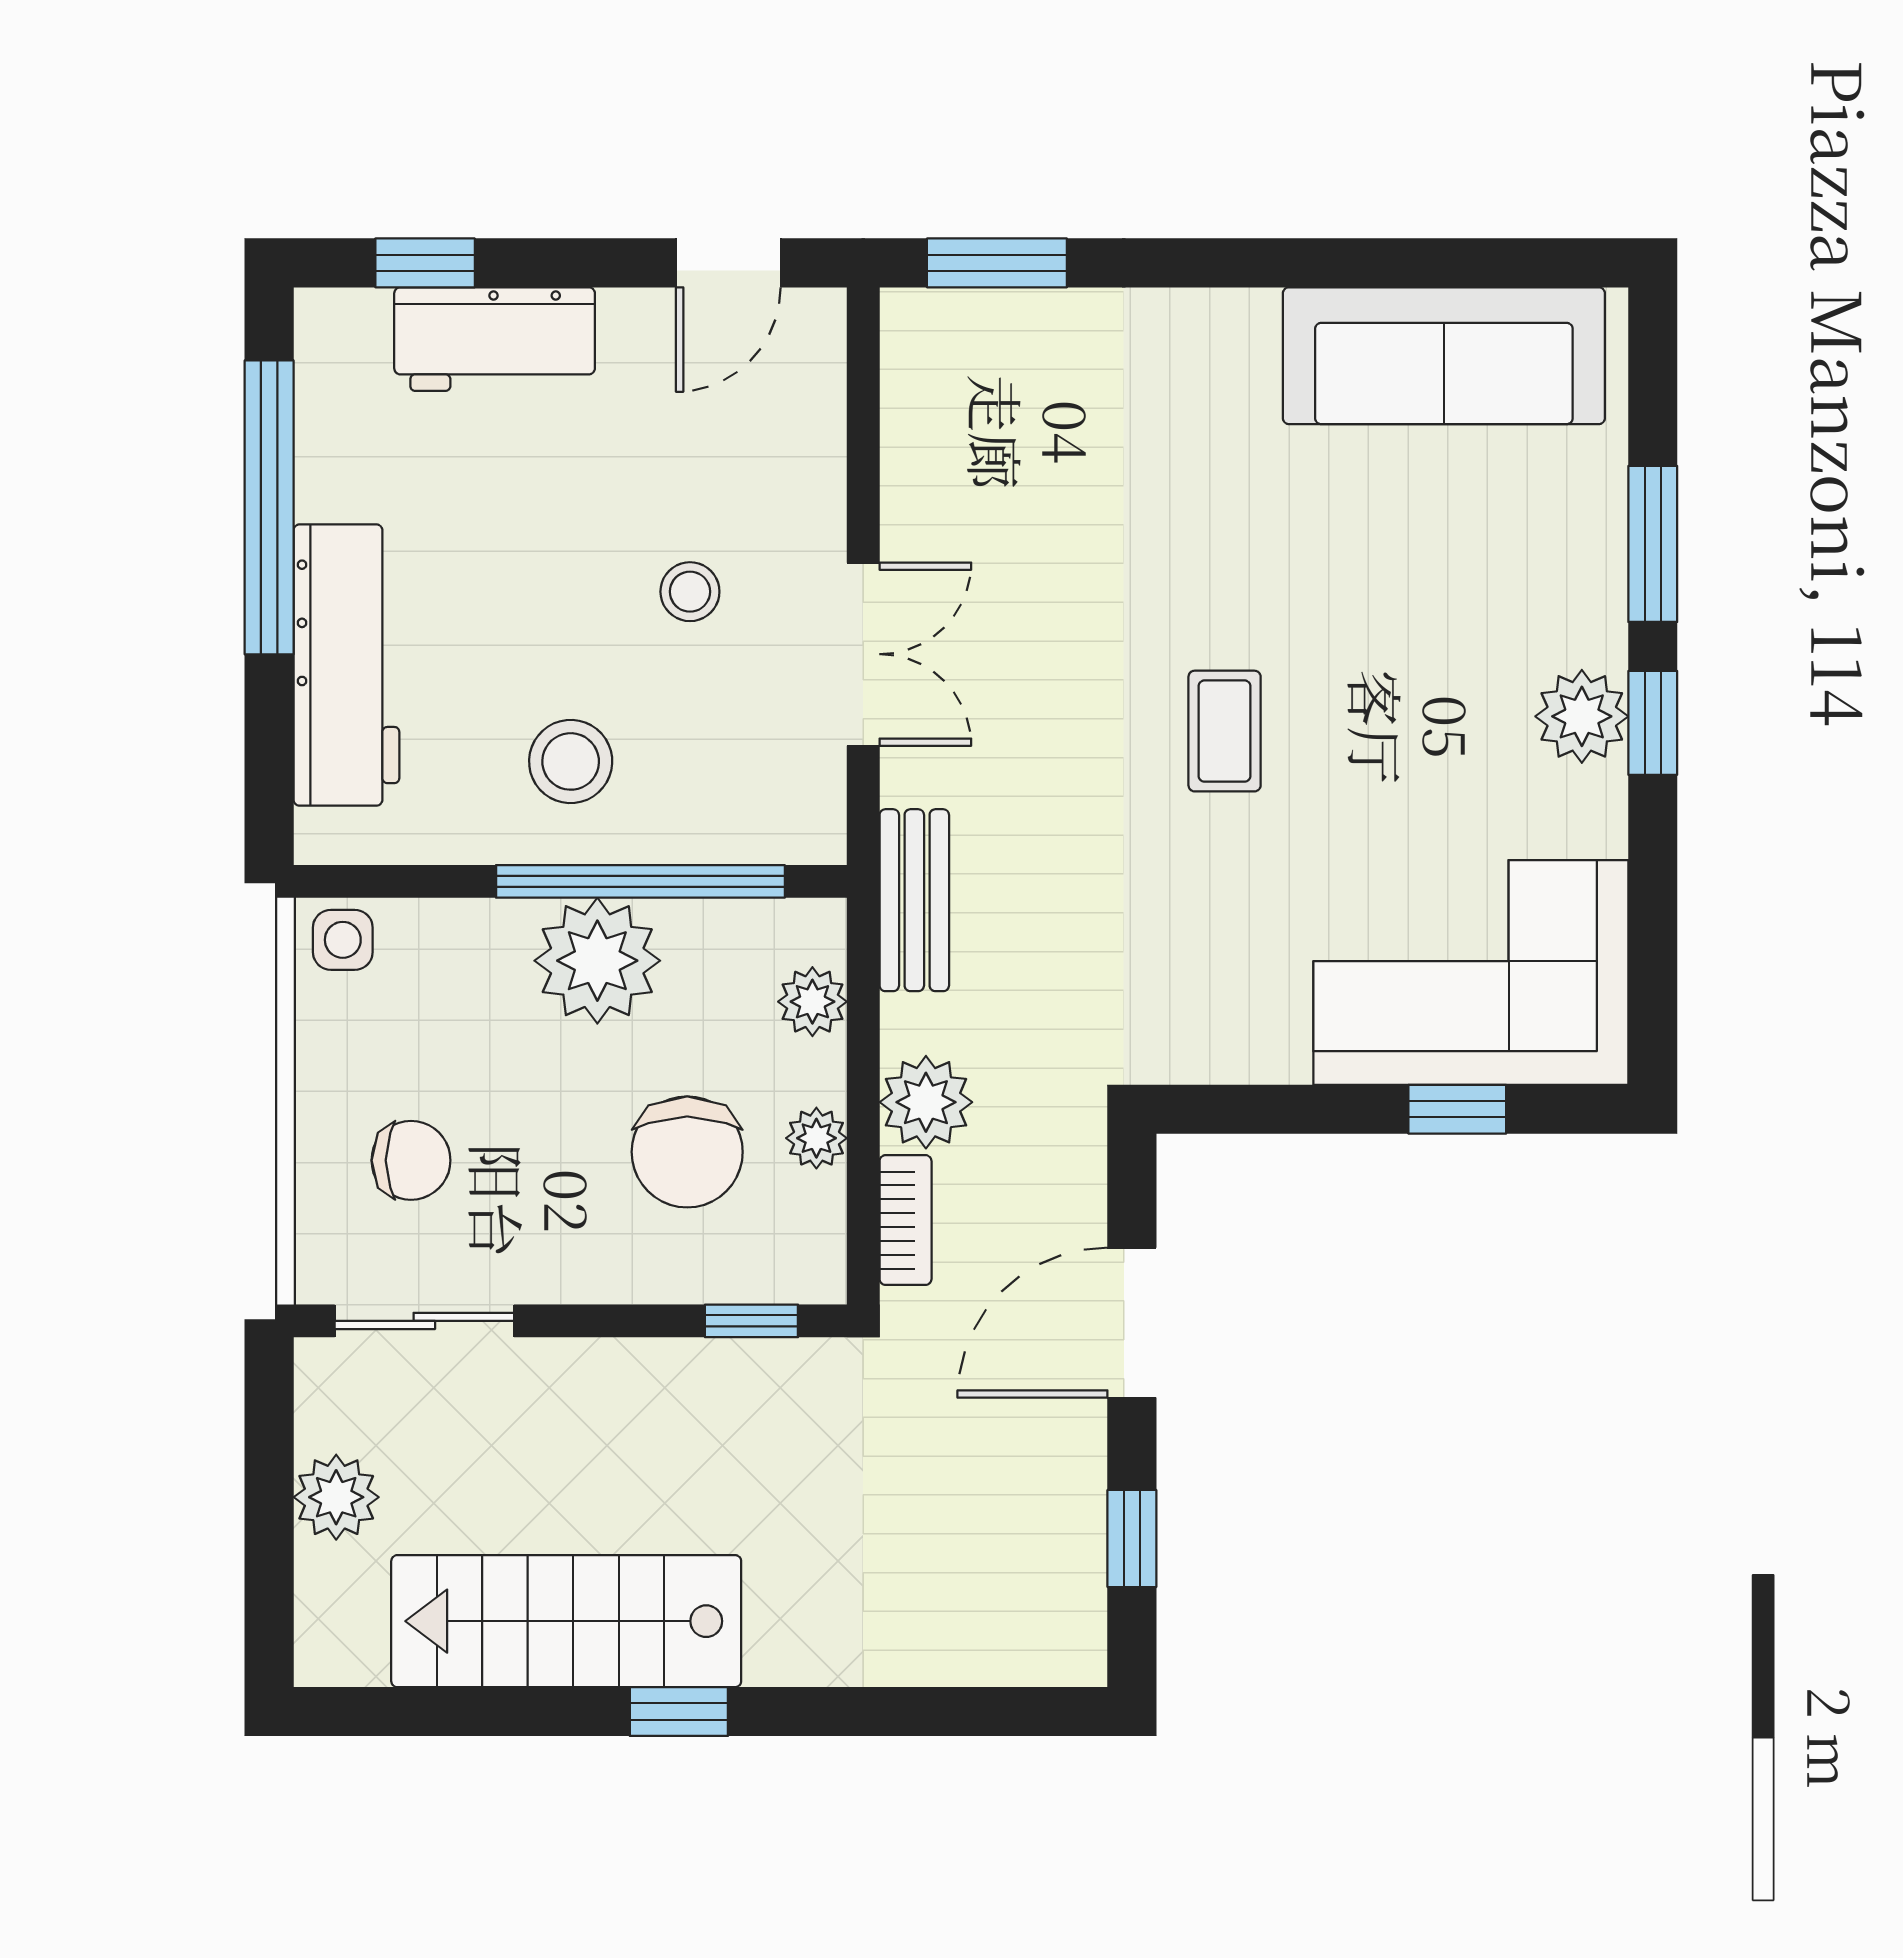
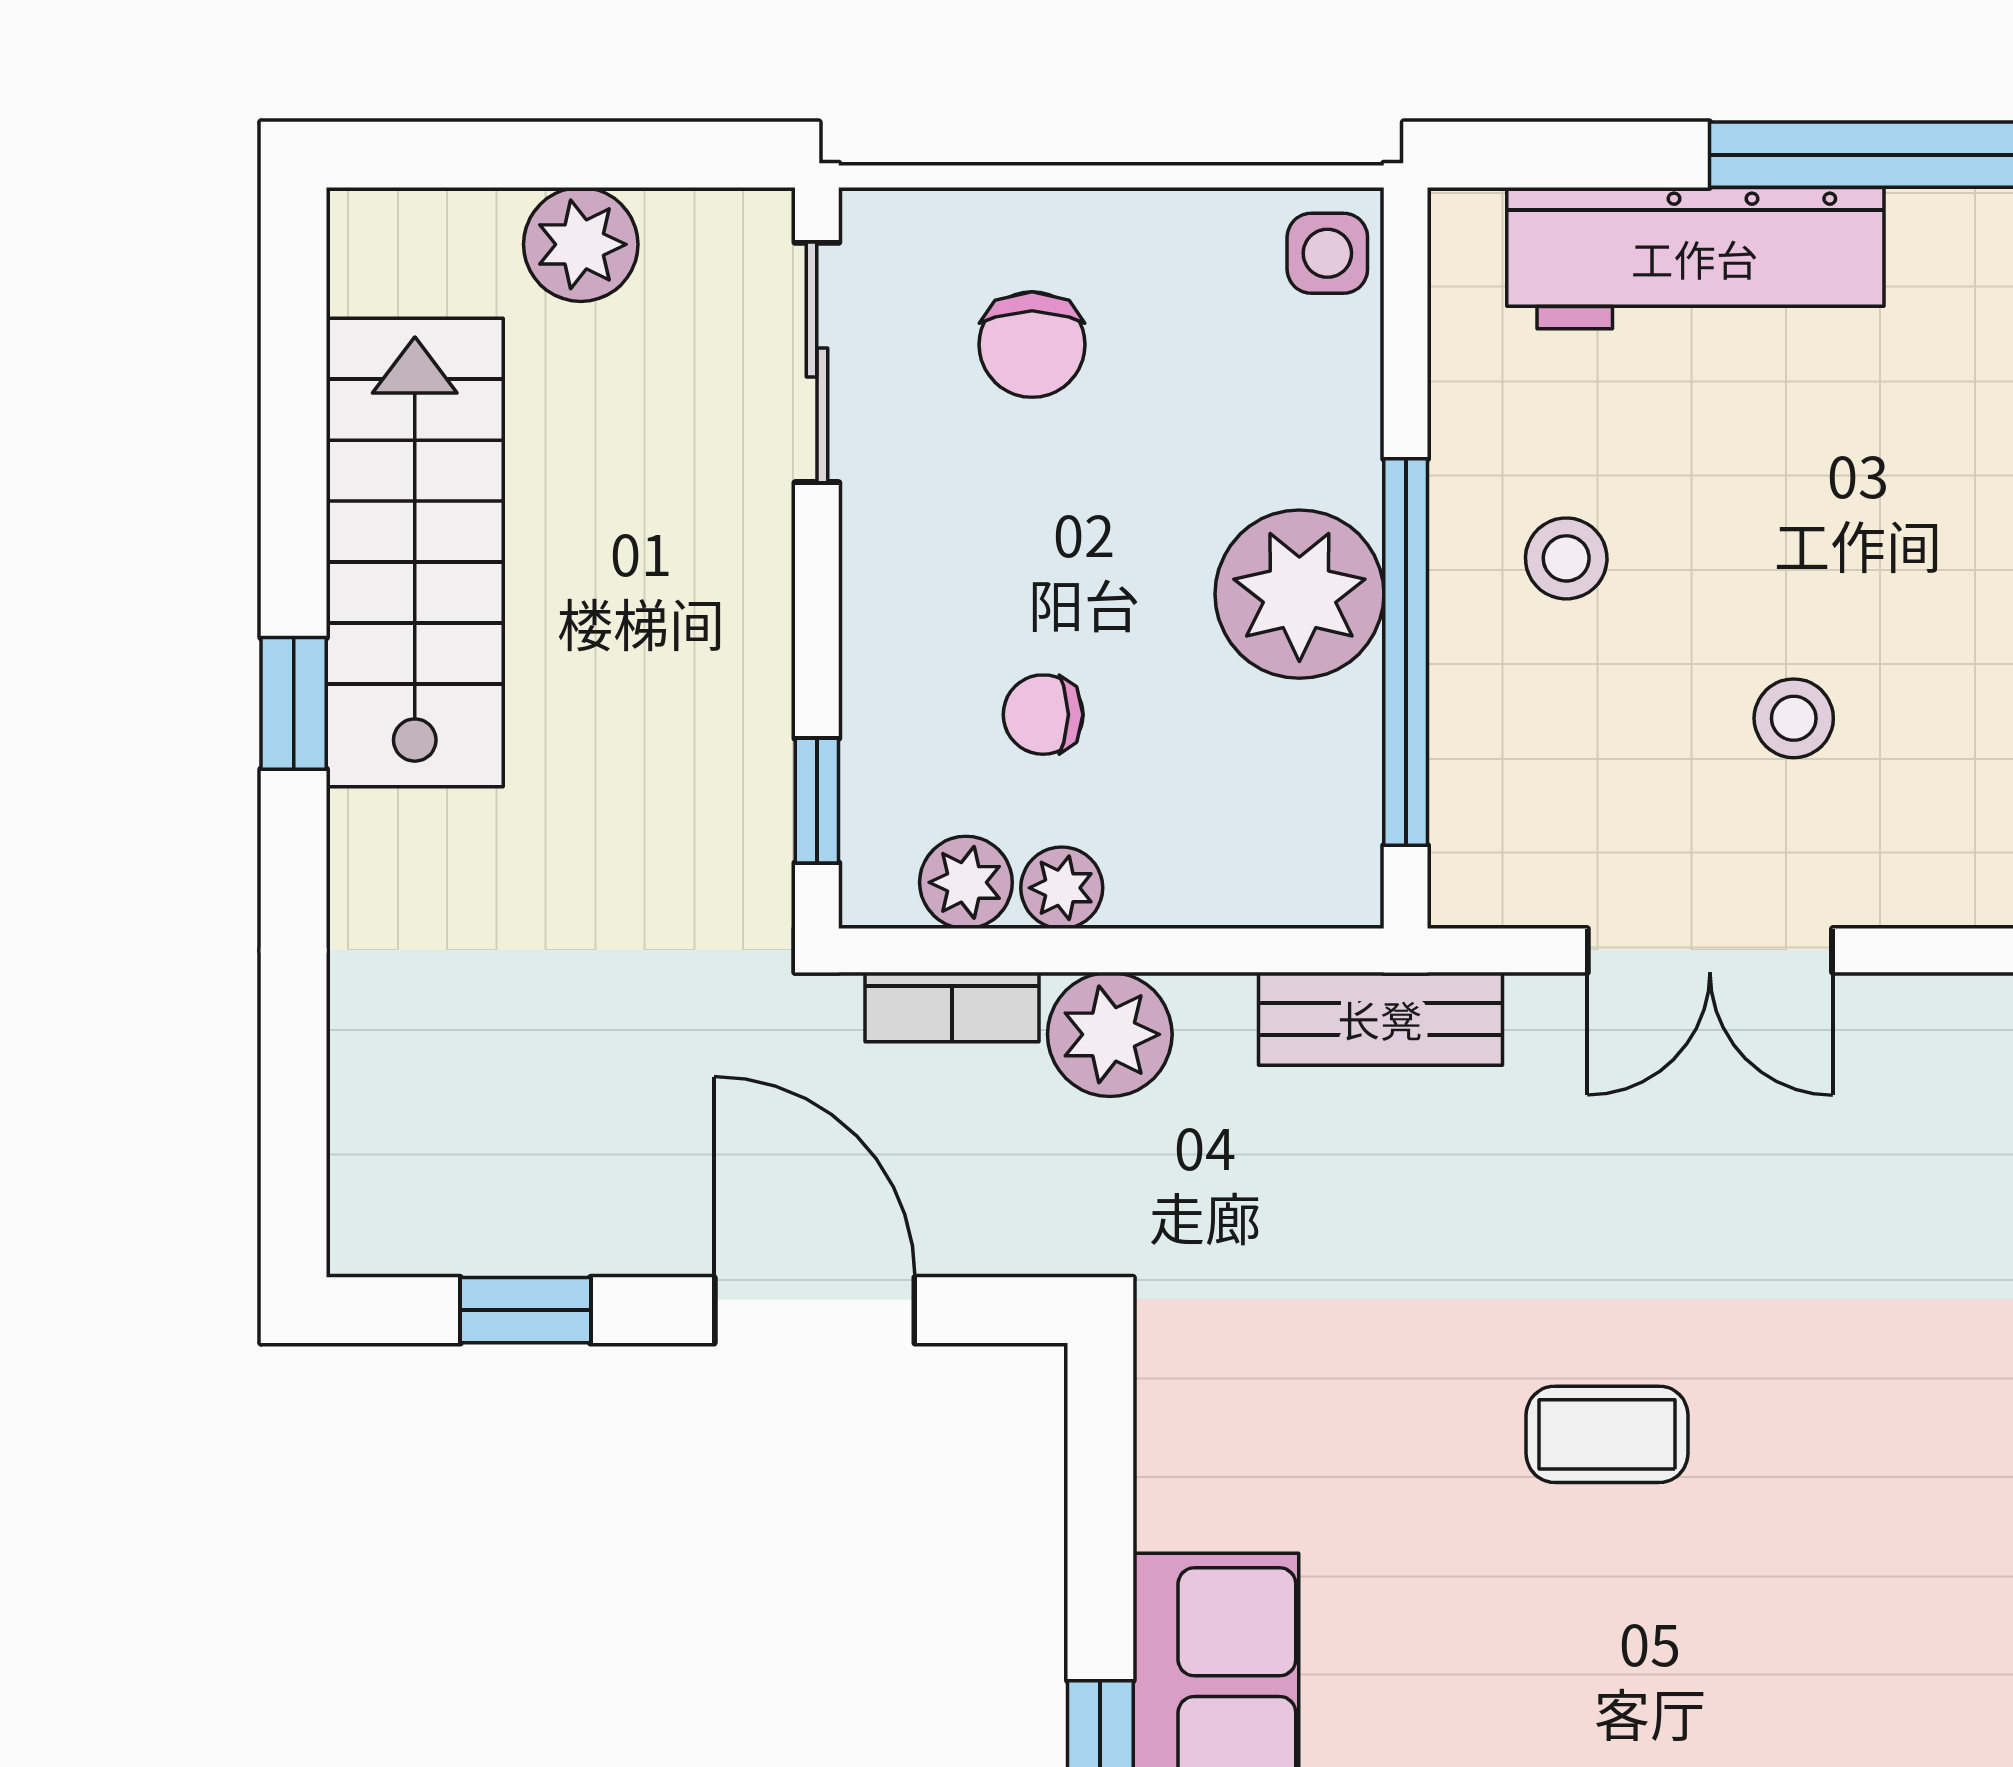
stool: (571, 761) -> (1566, 558), width x0.73, depth x0.73
plant: (812, 1002) -> (966, 882), moved
chair: (687, 1152) -> (1043, 715), width x0.54, depth x0.54

